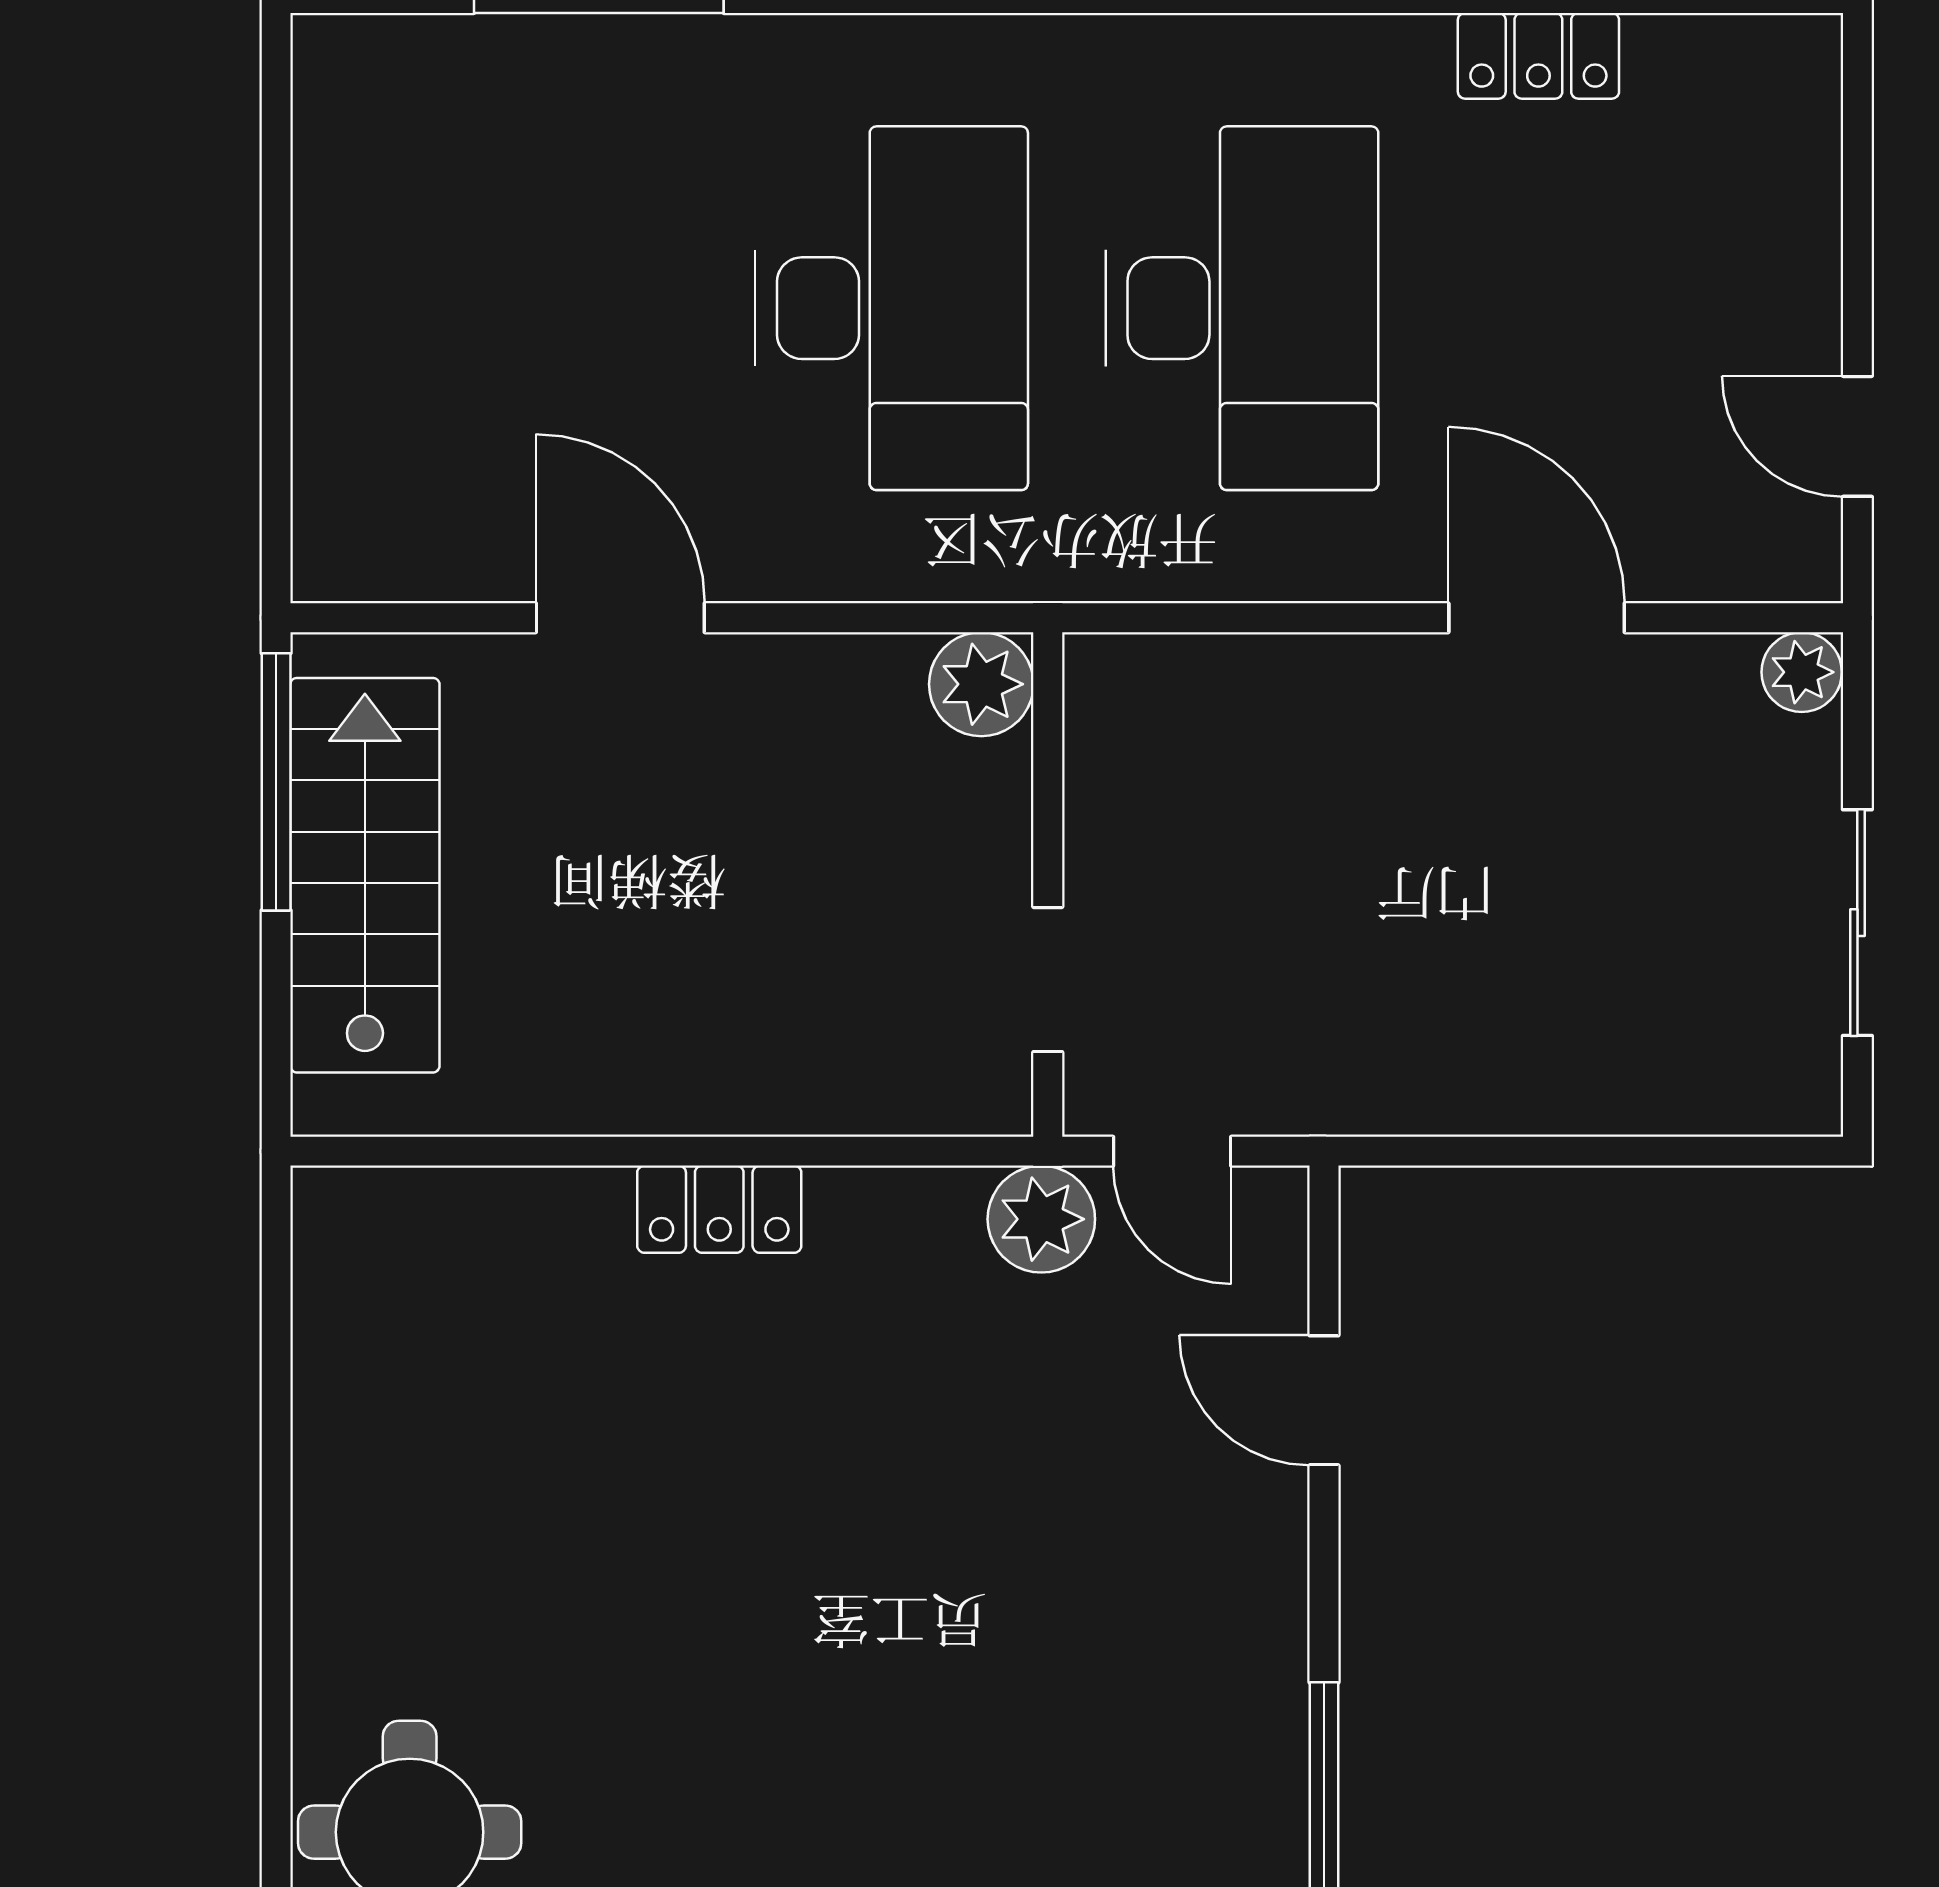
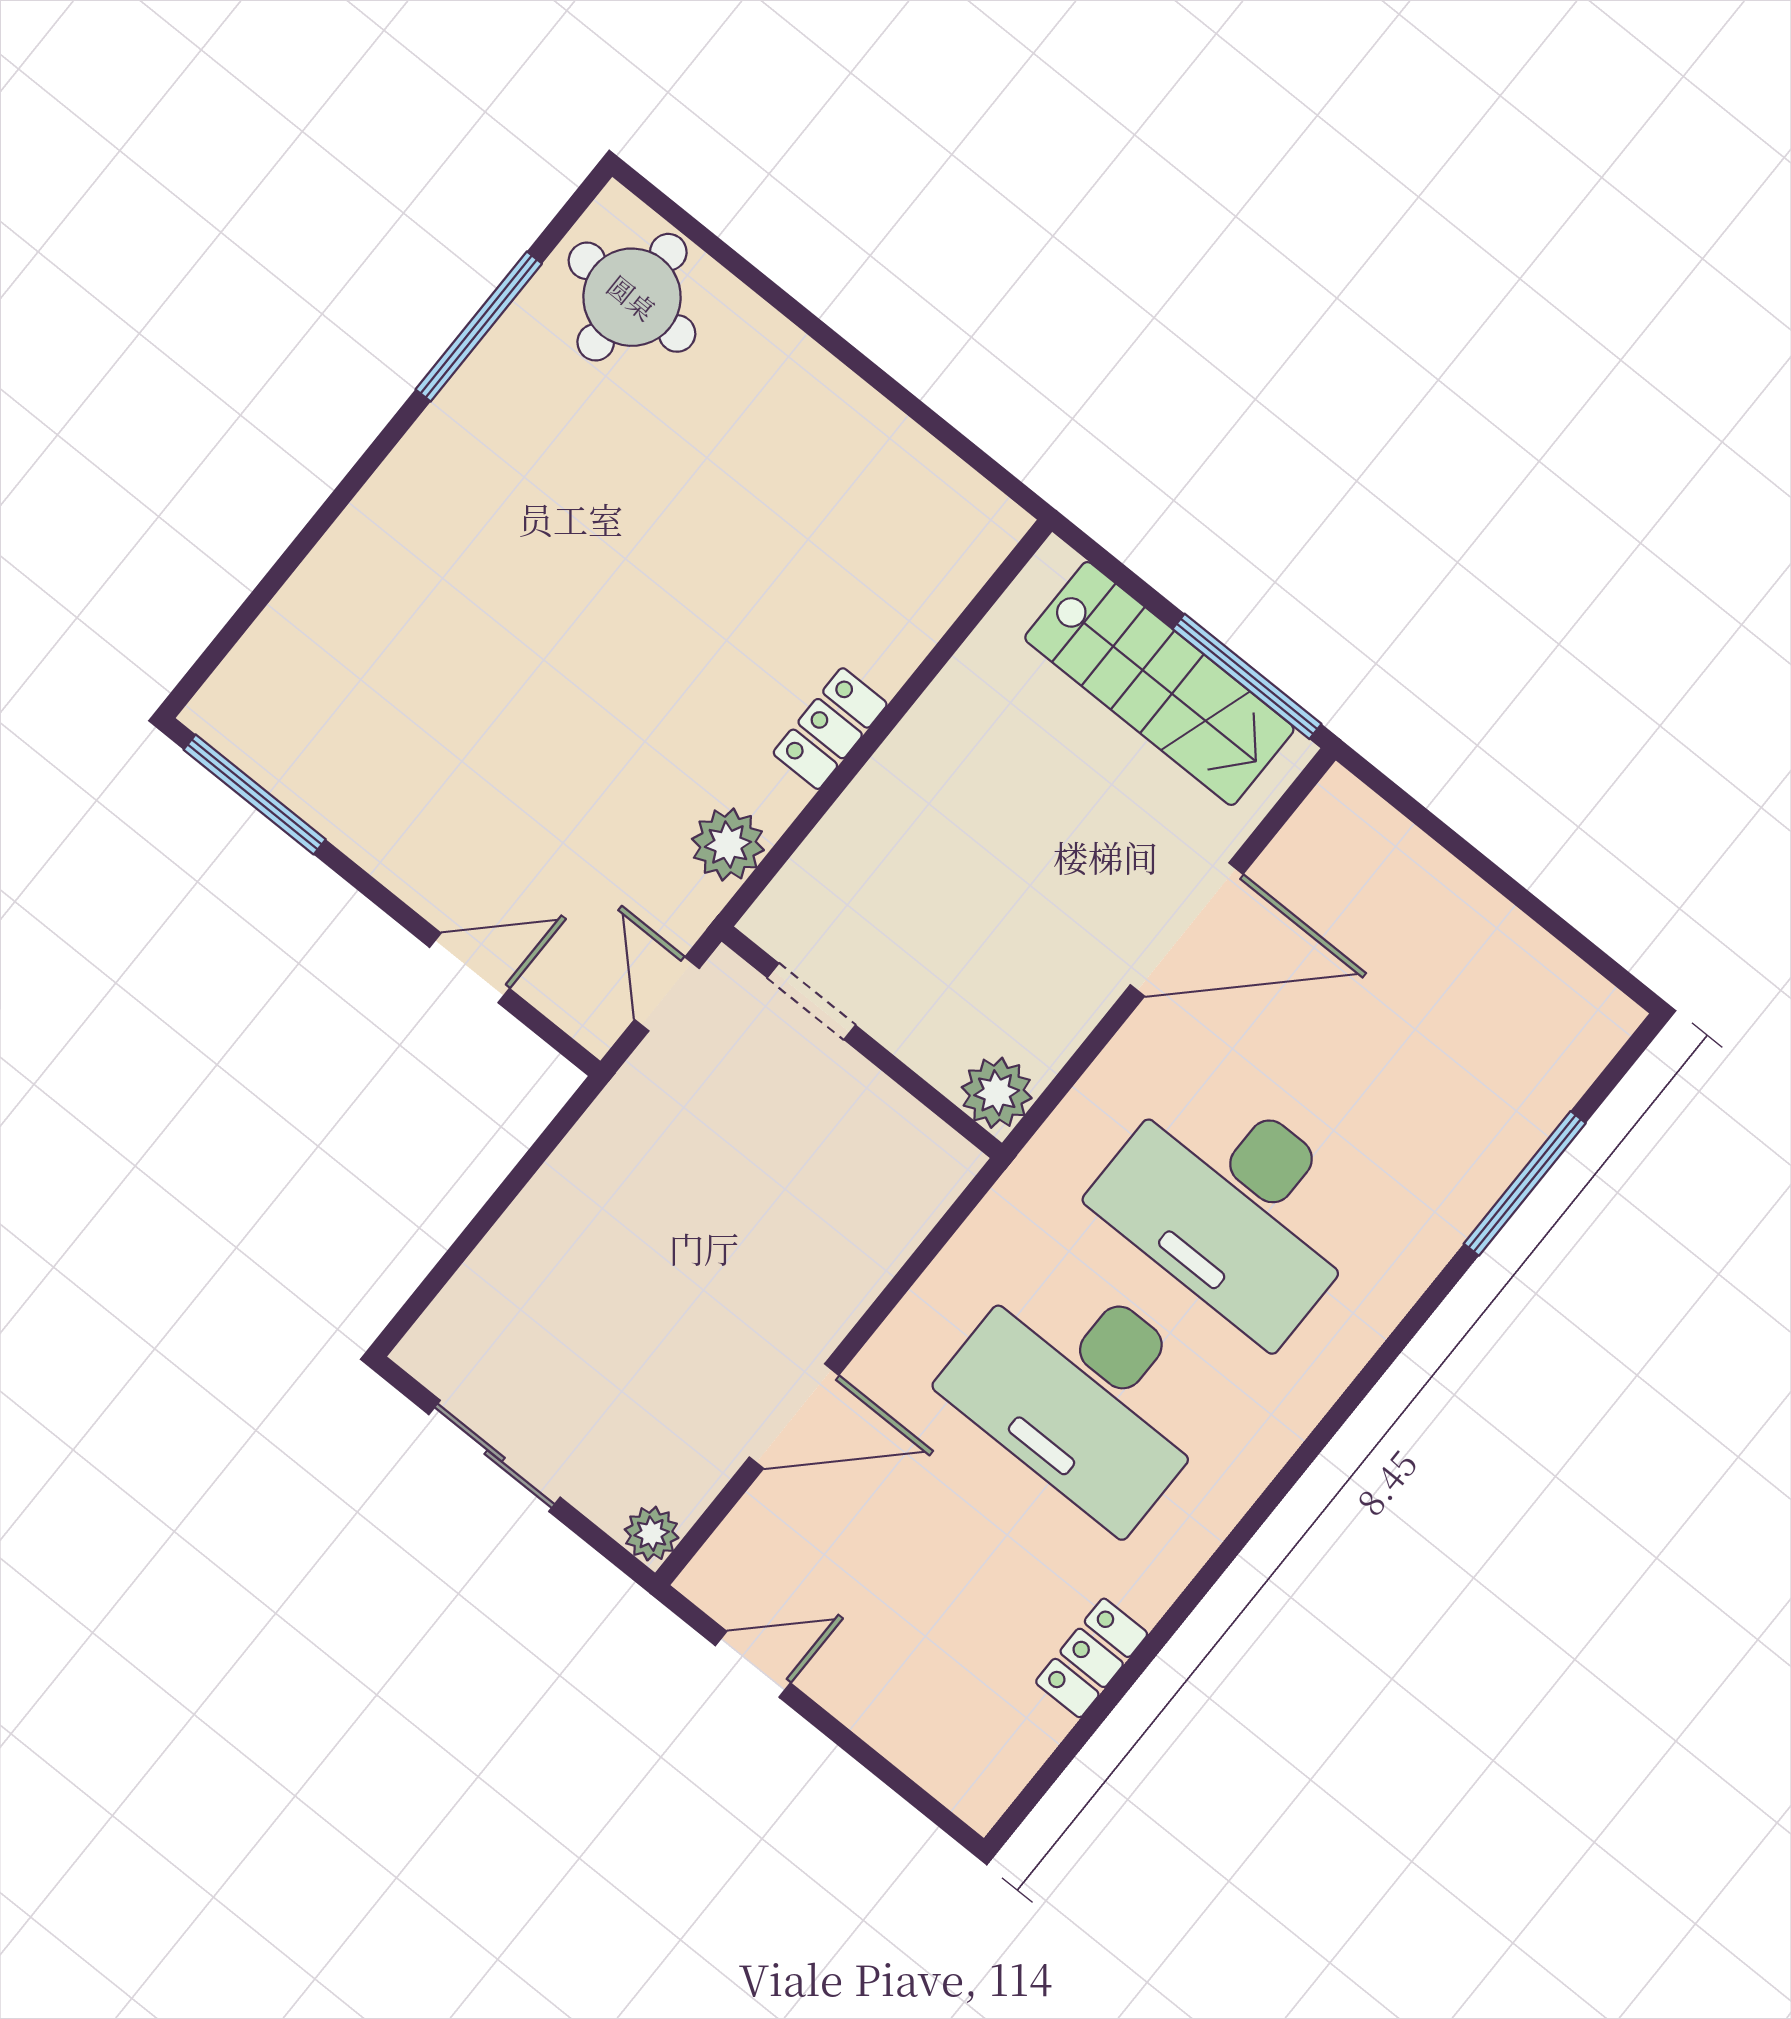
door: (620, 618) -> (1187, 929), width x1.36
door: (1172, 1151) -> (667, 994), hinge flipped
plant: (1041, 1219) -> (728, 844), moved

